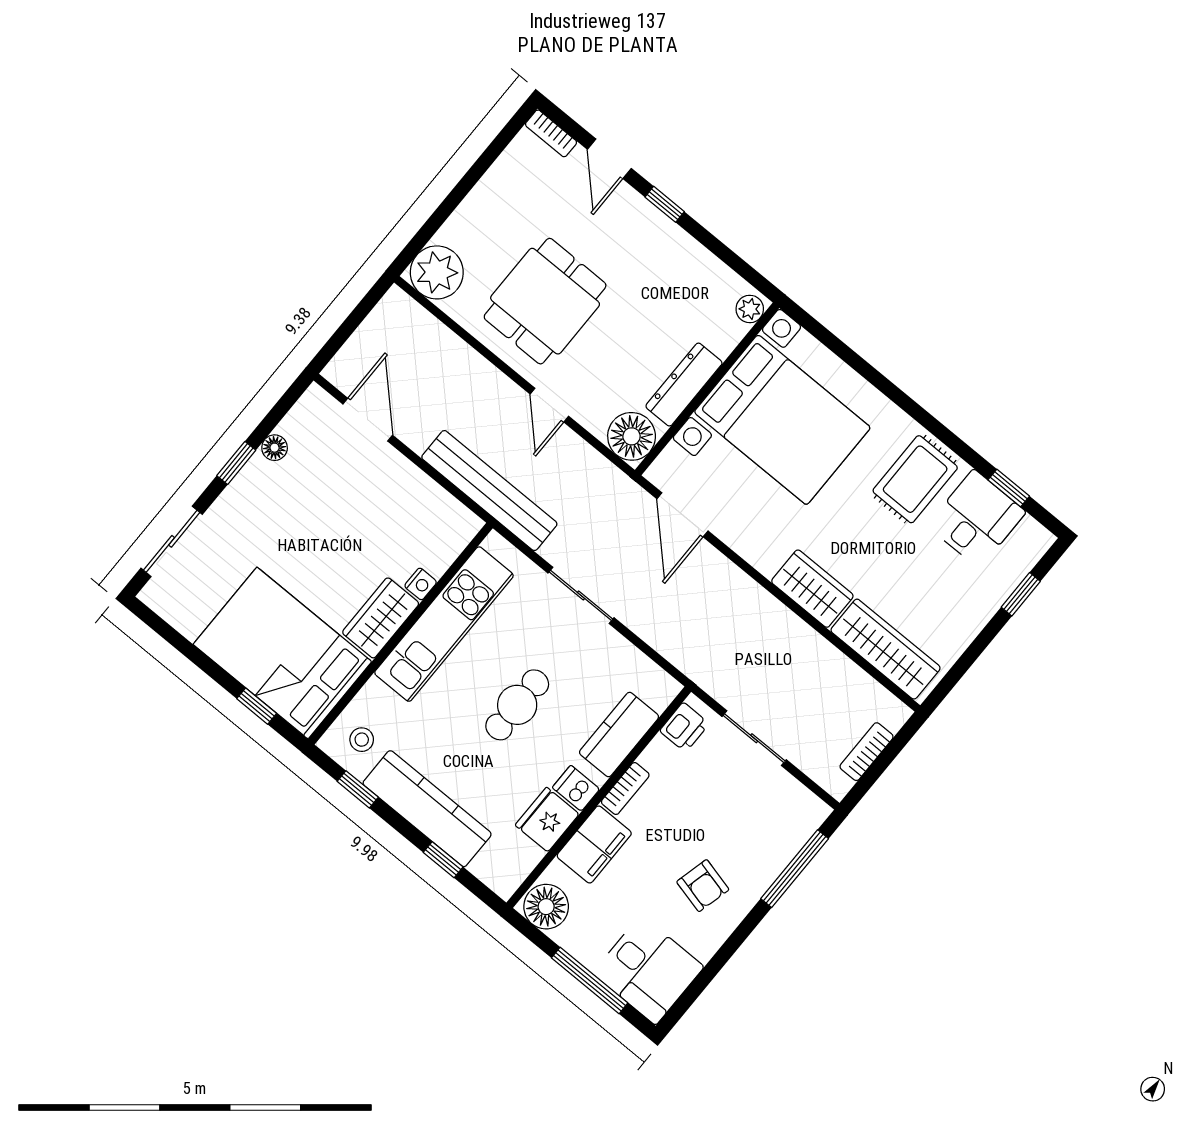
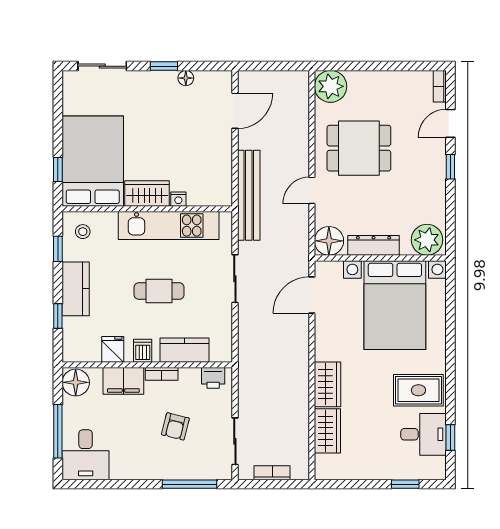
plant: (750, 309) -> (427, 240), width x1.88, depth x1.88
wardrobe: (885, 649) -> (327, 431), width x0.67
sliding door: (754, 738) -> (235, 441), moved
kitchen counter: (427, 809) -> (76, 289), width x0.67
fridge: (547, 820) -> (113, 349), width x0.72
armchair: (703, 886) -> (175, 426), moved

